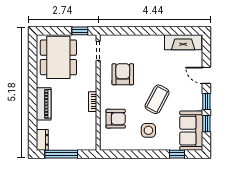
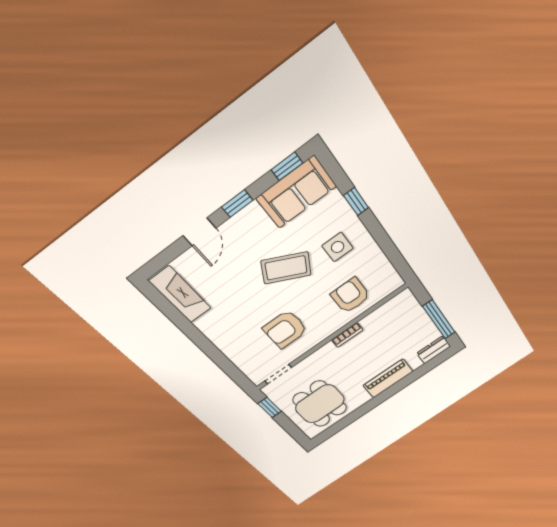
dining table: (58, 57) -> (320, 404), width x0.73
window: (206, 124) -> (287, 166), moved
window: (177, 154) -> (356, 201), moved

